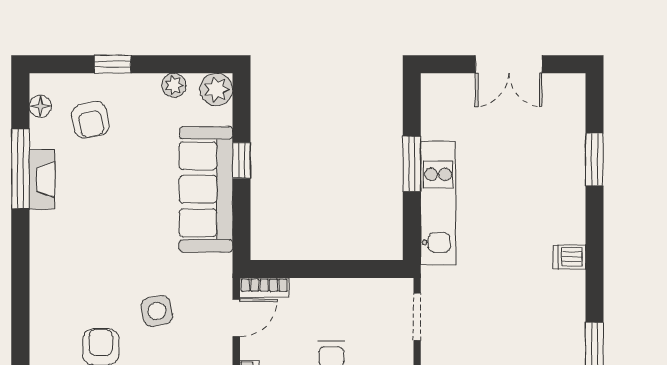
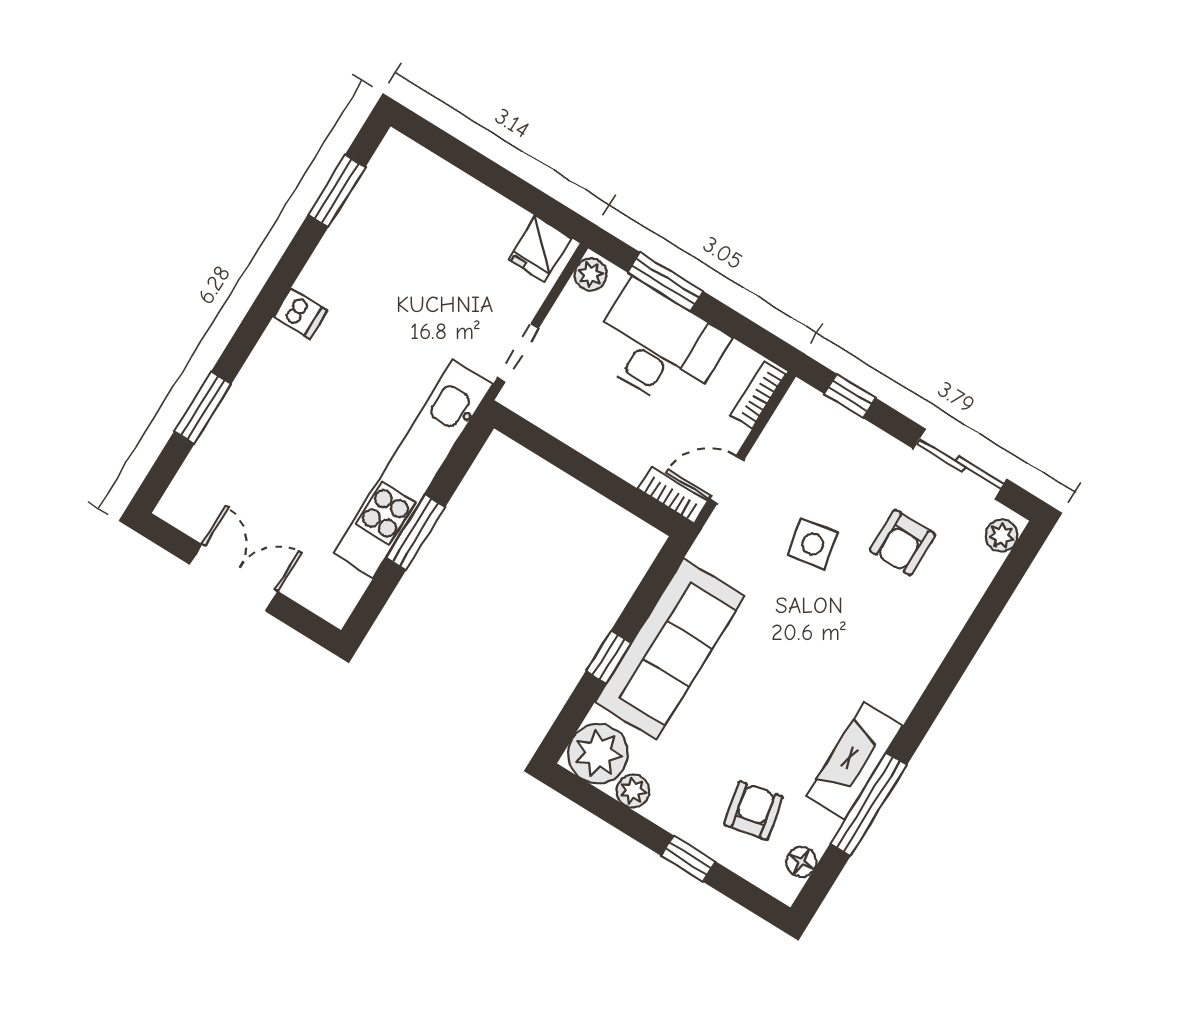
plant: (216, 89) -> (598, 754), width x1.36, depth x1.36
fireplace: (42, 180) -> (854, 761), width x1.37, depth x1.32
kitchen unit: (438, 203) -> (413, 469), width x1.36

